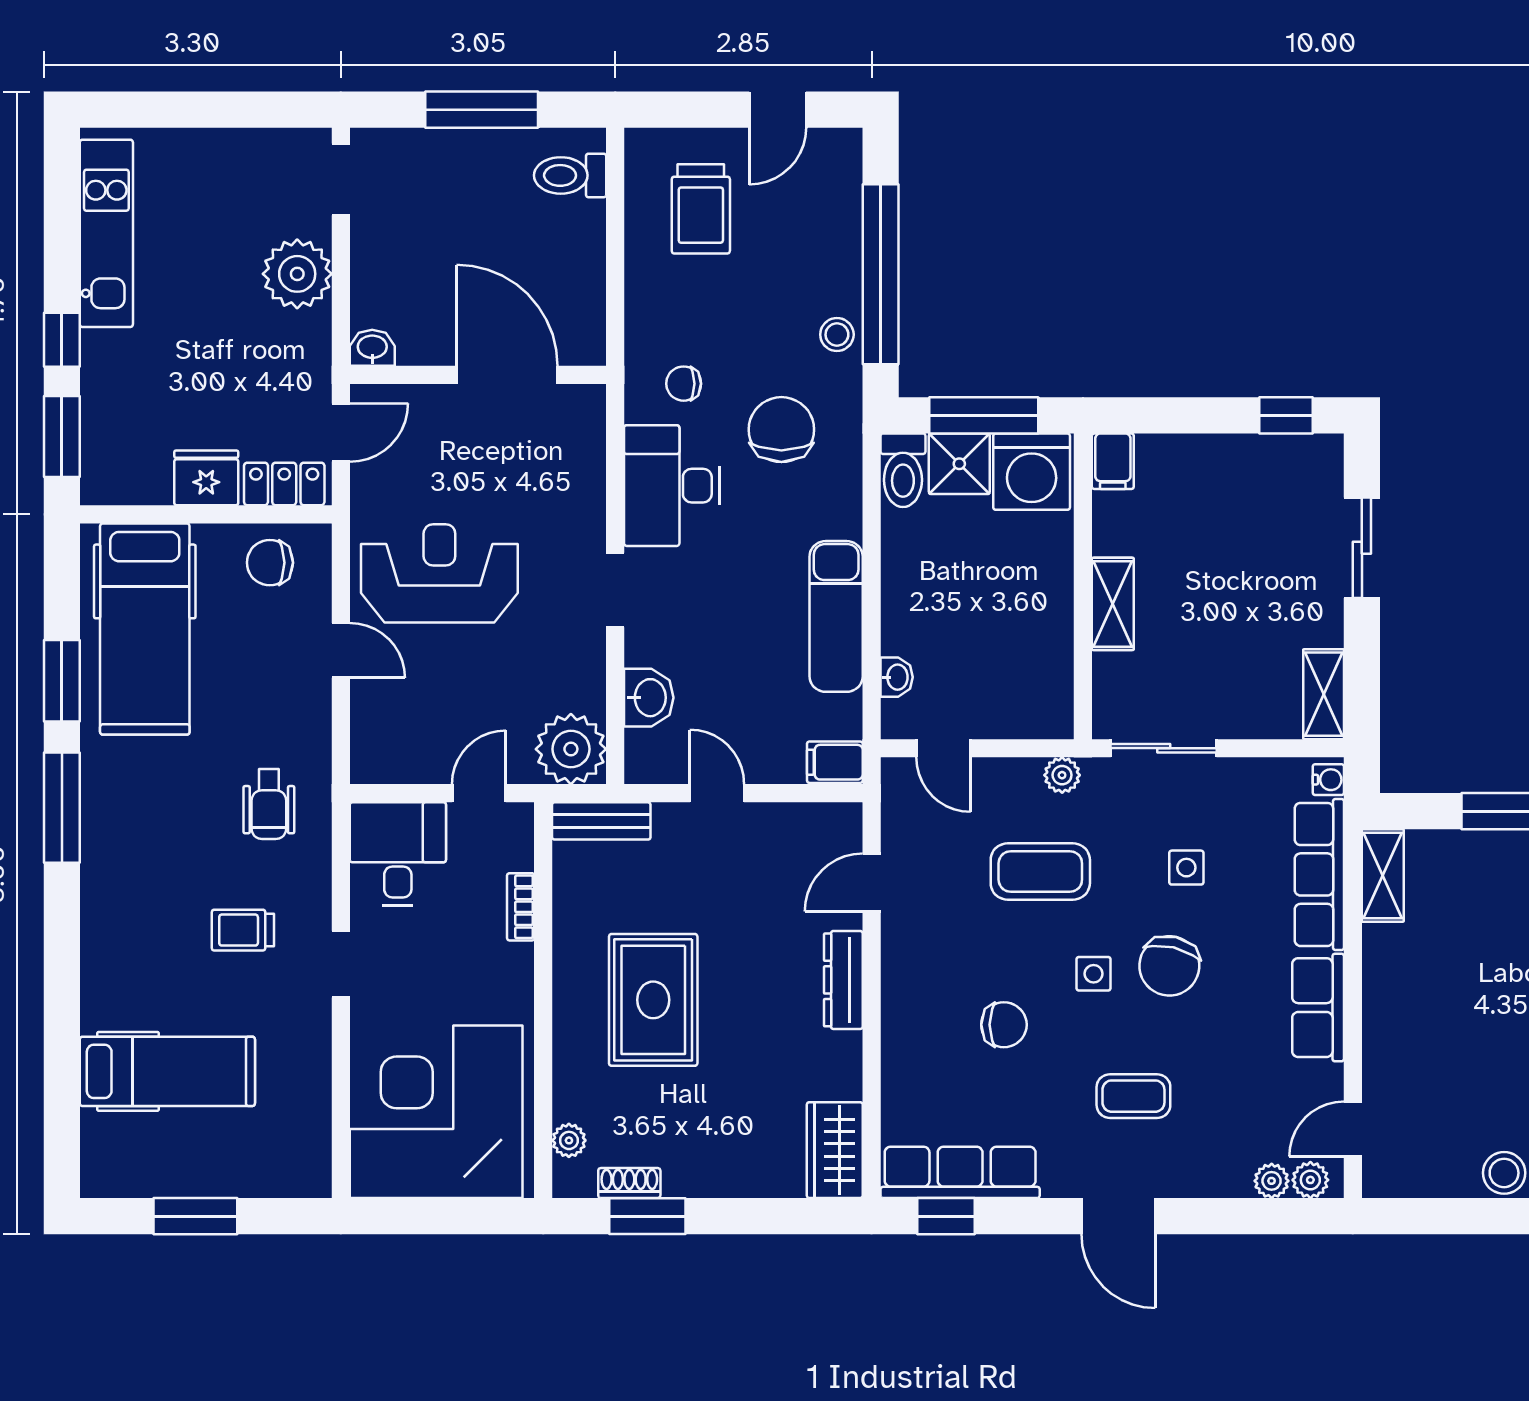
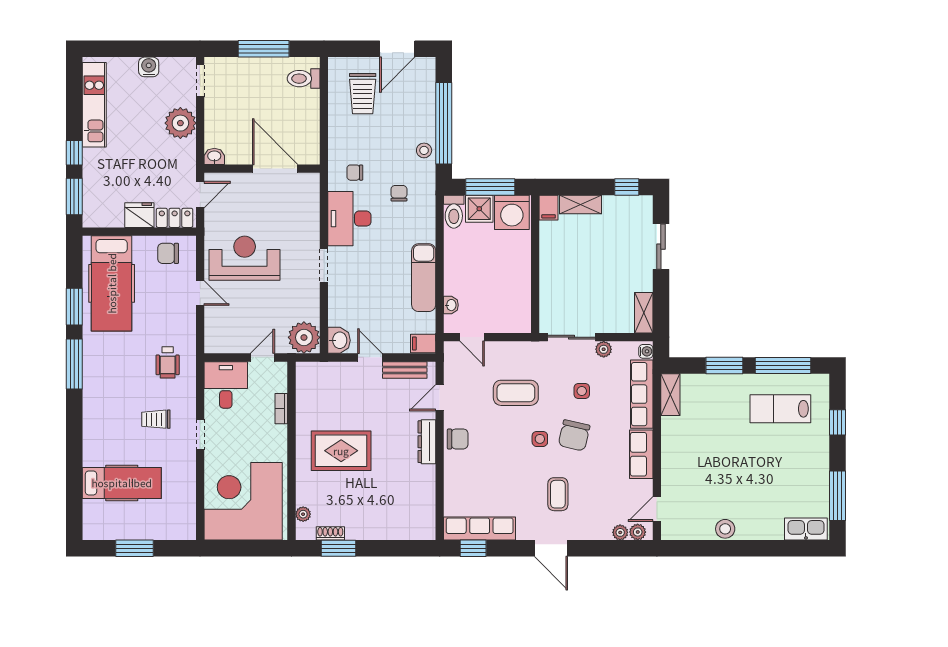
door: (778, 110) -> (397, 49), width x1.38
water cooler: (227, 150) -> (149, 67), added
chair: (781, 430) -> (399, 193), width x0.54, depth x0.54
shelving: (1113, 604) -> (581, 204), moved, turned 90
washbasin: (649, 698) -> (339, 340), moved
plant: (1062, 775) -> (604, 349), moved
bench: (601, 821) -> (405, 370), moved
rug: (653, 1000) -> (341, 451), turned 90
chair: (1004, 1025) -> (458, 439), moved
coffee table: (1133, 1096) -> (558, 494), turned 90
wardrobe: (835, 1150) -> (423, 519), removed

